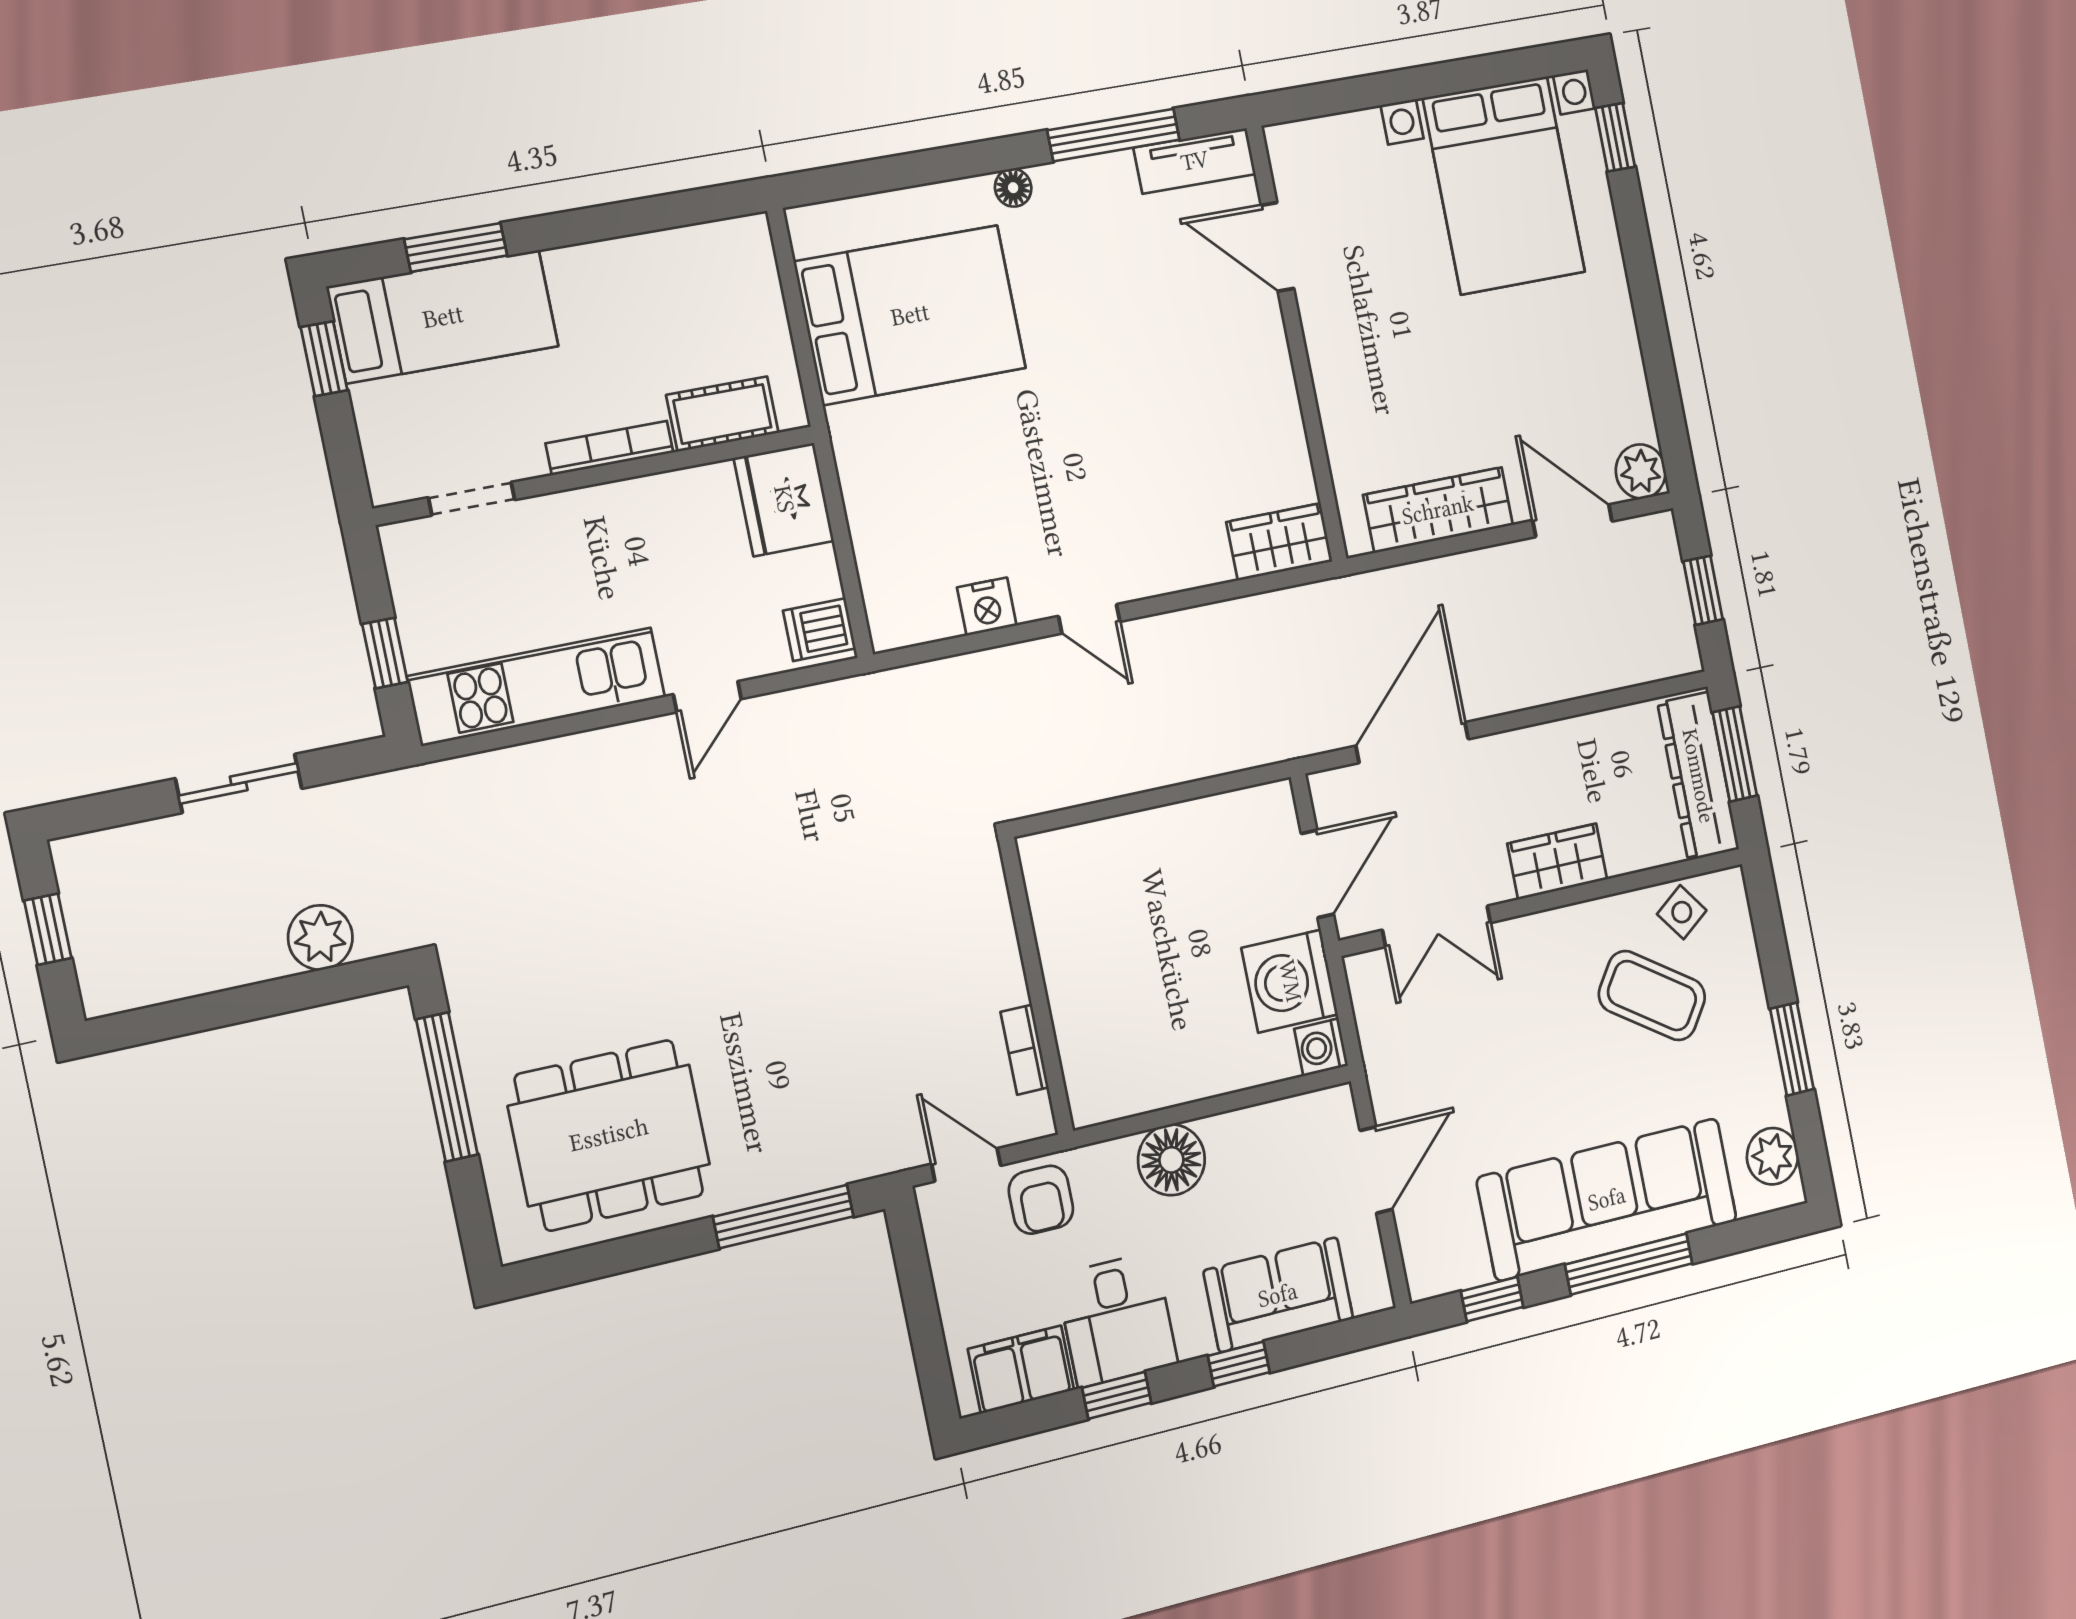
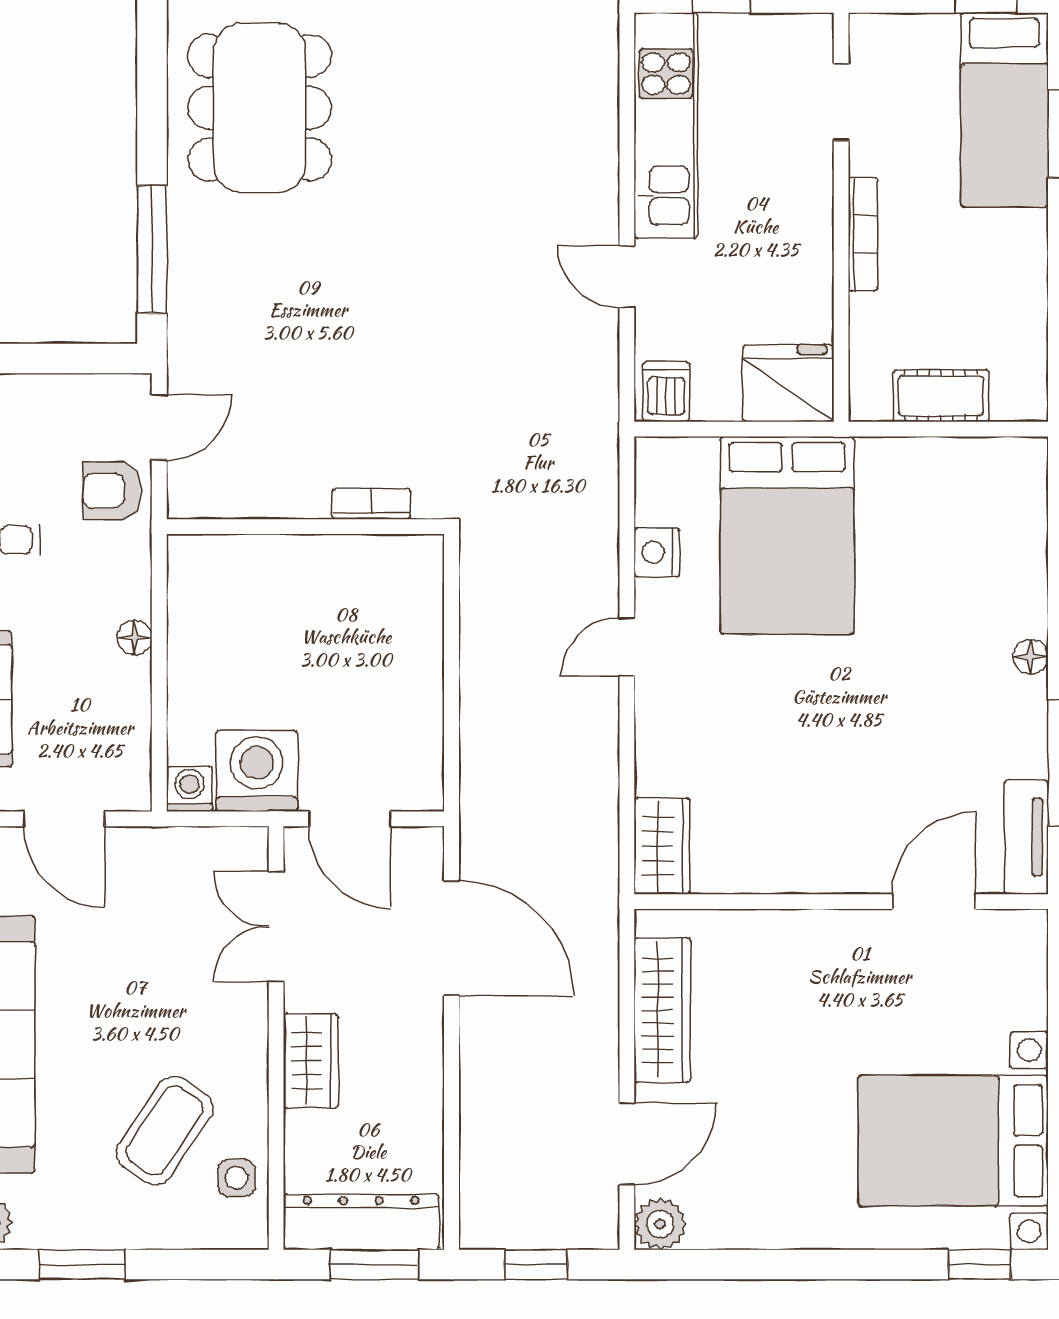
bed: (910, 315) -> (787, 535), moved
cot: (722, 414) -> (941, 396), moved, turned 90
side table: (1682, 912) -> (236, 1178), turned 37
bookcase: (1025, 1050) -> (371, 504), moved
floor lamp: (1171, 1160) -> (135, 637), width x0.53, depth x0.53

